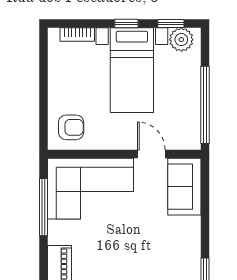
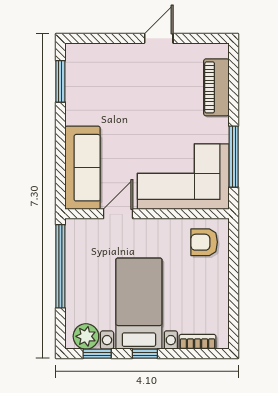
door: (151, 154) -> (118, 214), swing flipped
sofa: (184, 187) -> (83, 168), width x1.36

